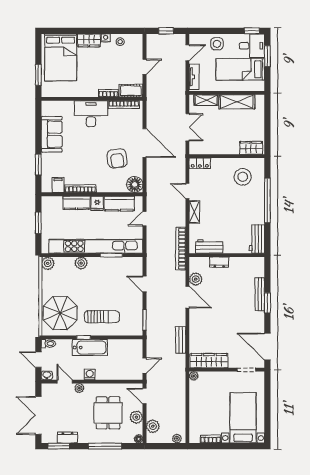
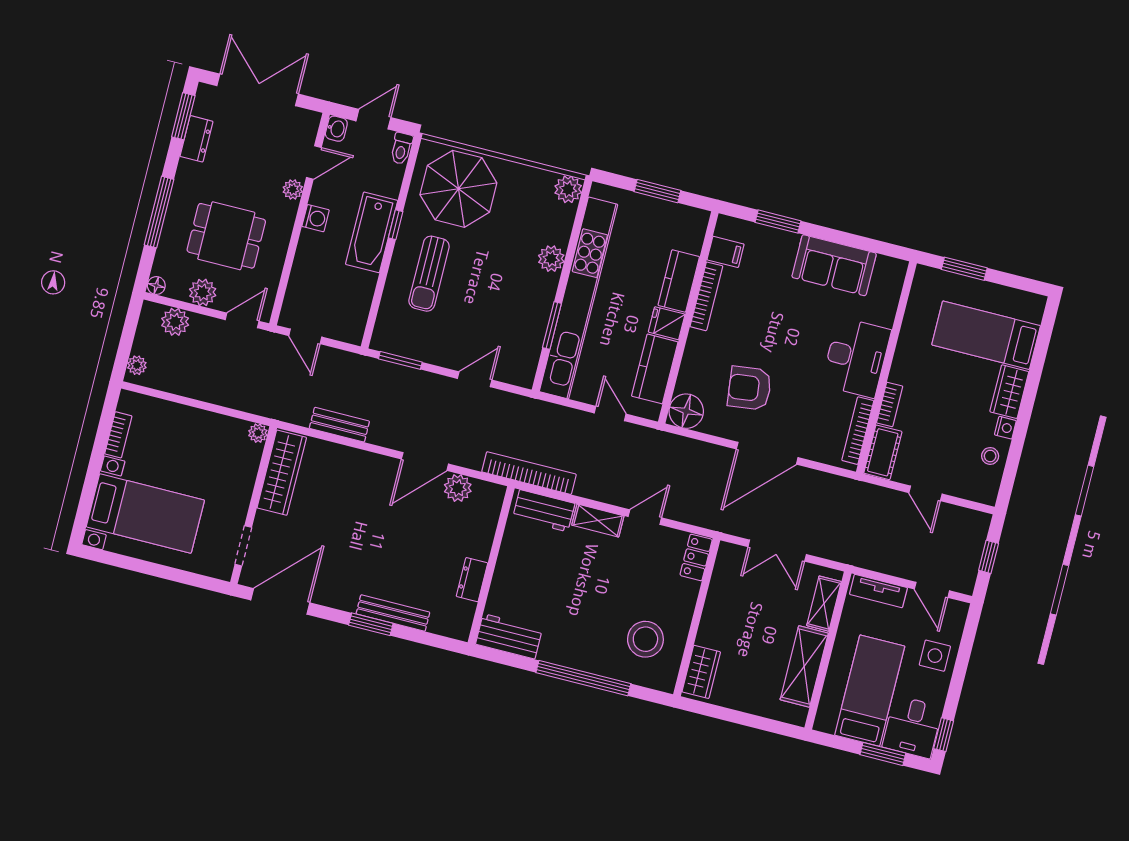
bed: (61, 57) -> (986, 335), width x0.67
workbench: (209, 246) -> (544, 511), moved, turned 90
dresser: (219, 262) -> (472, 580), moved

